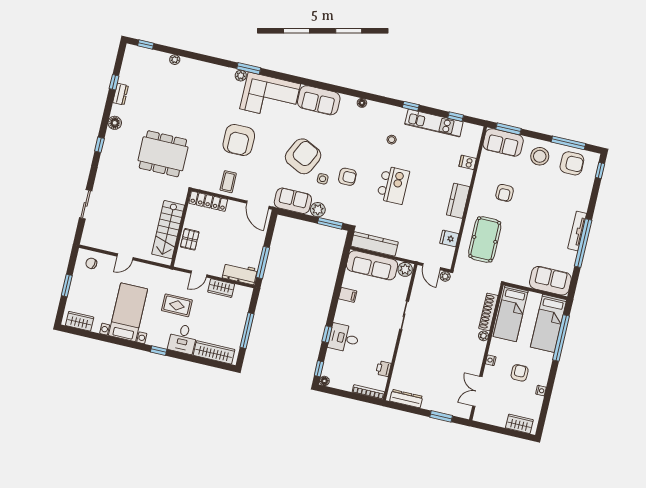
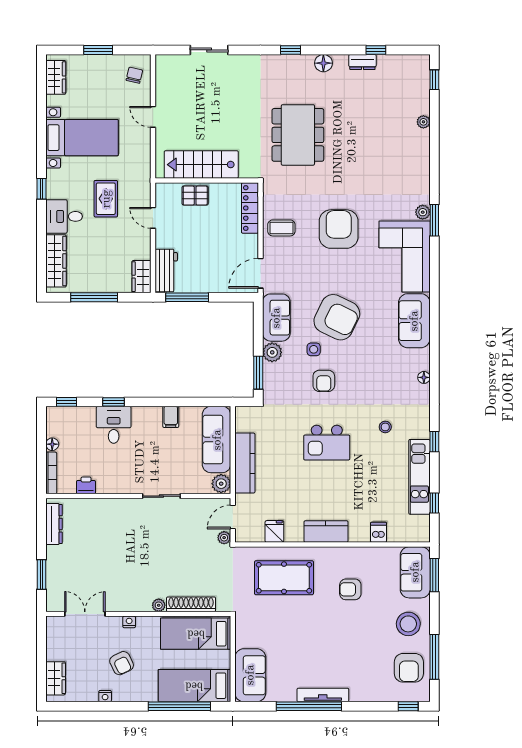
armchair: (239, 140) -> (339, 229), turned 90
kitchen counter: (375, 244) -> (245, 463), moved
wardrobe: (221, 288) -> (141, 277), moved
armchair: (520, 373) -> (122, 663), turned 64
floor lamp: (324, 381) -> (52, 444), moved

